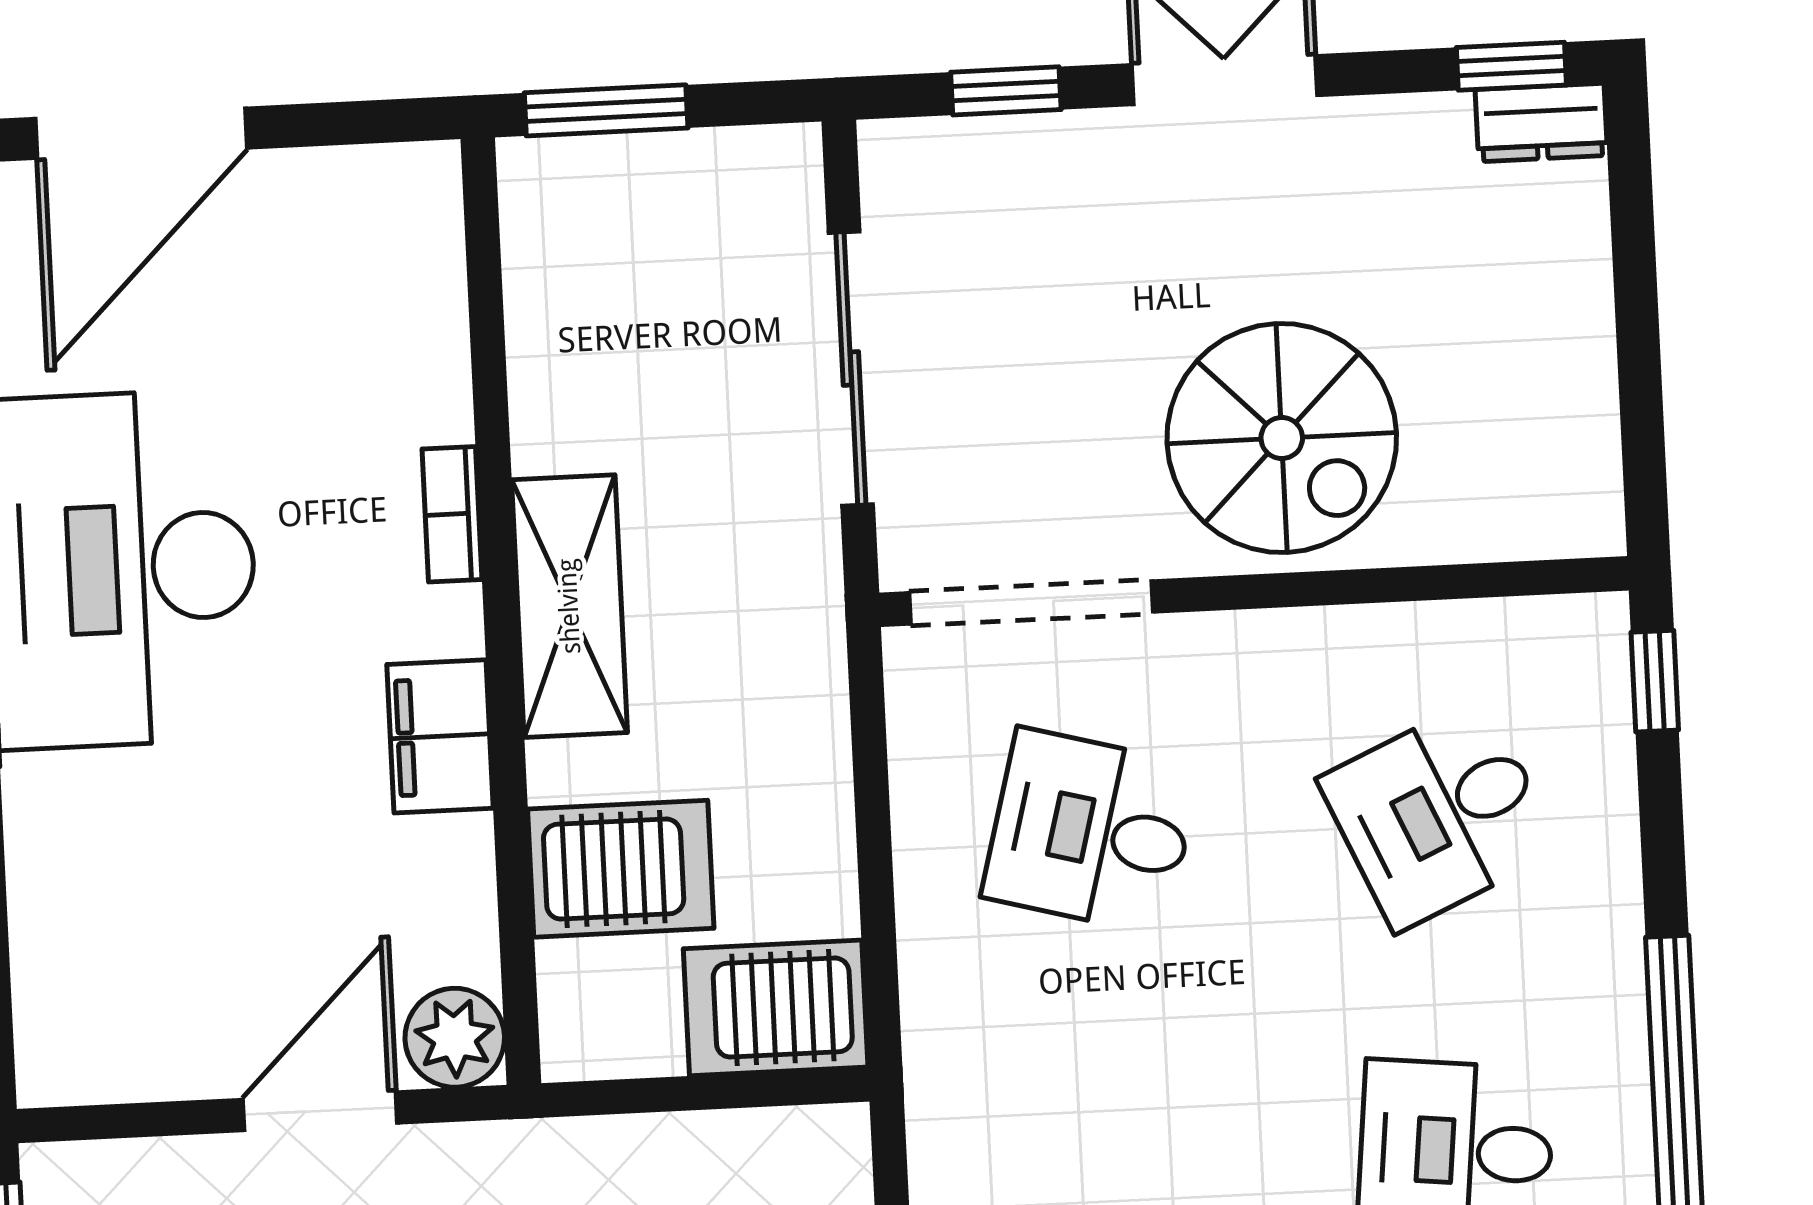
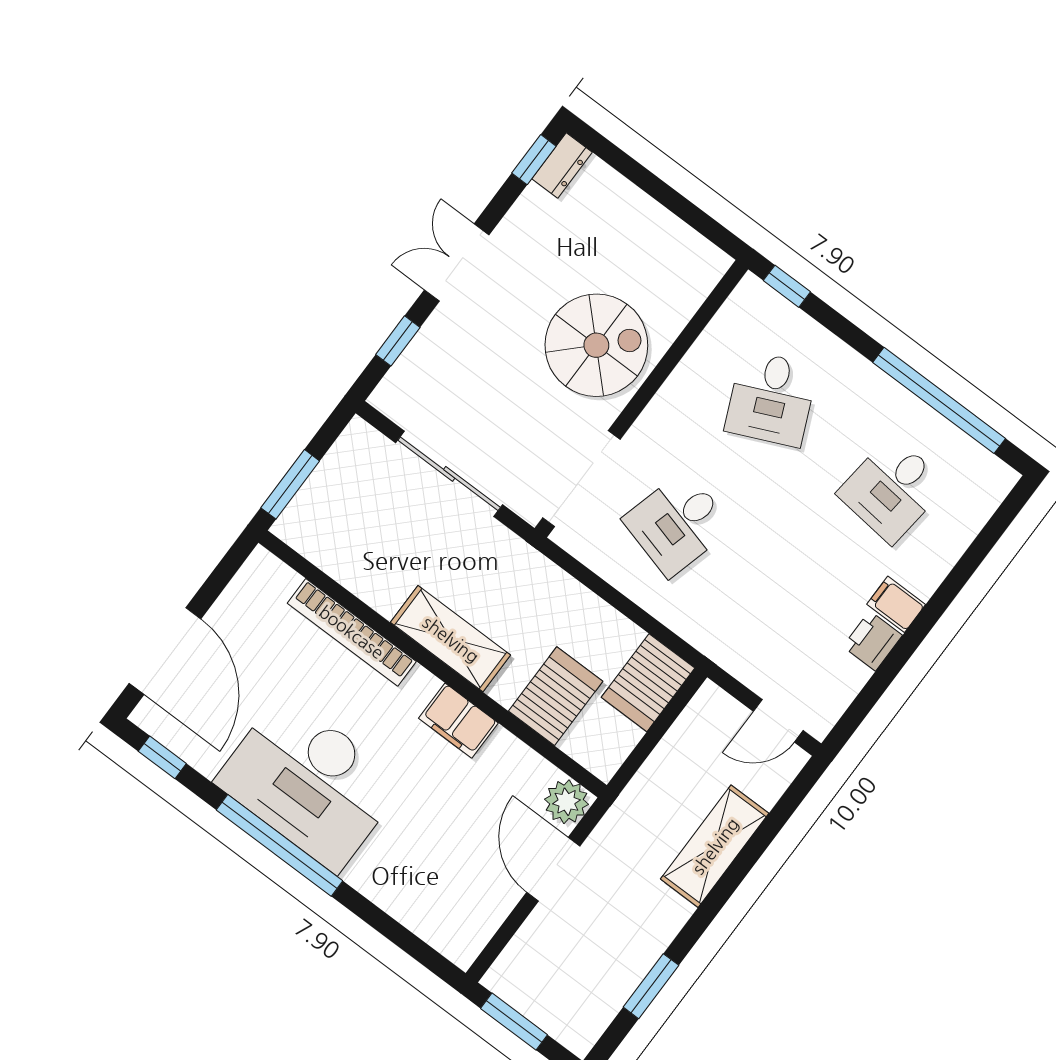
bookcase: (452, 514) -> (352, 632), width x2.31, depth x1.31

